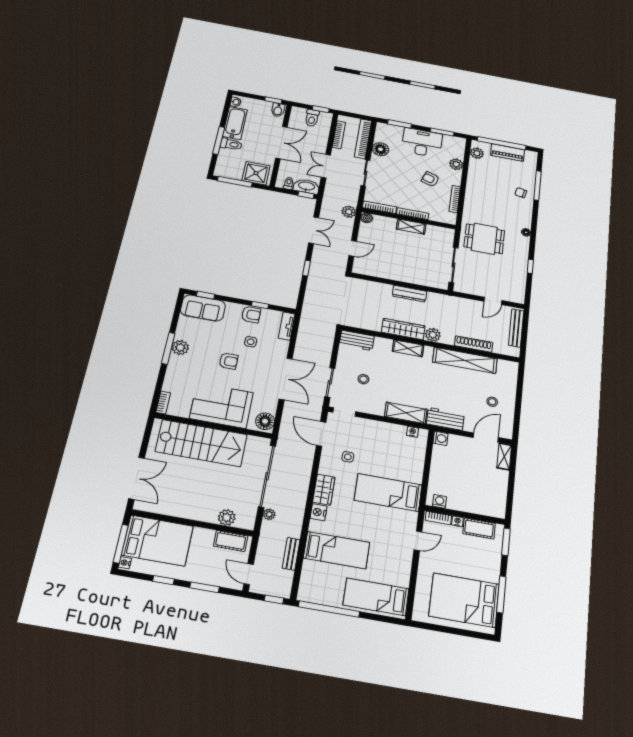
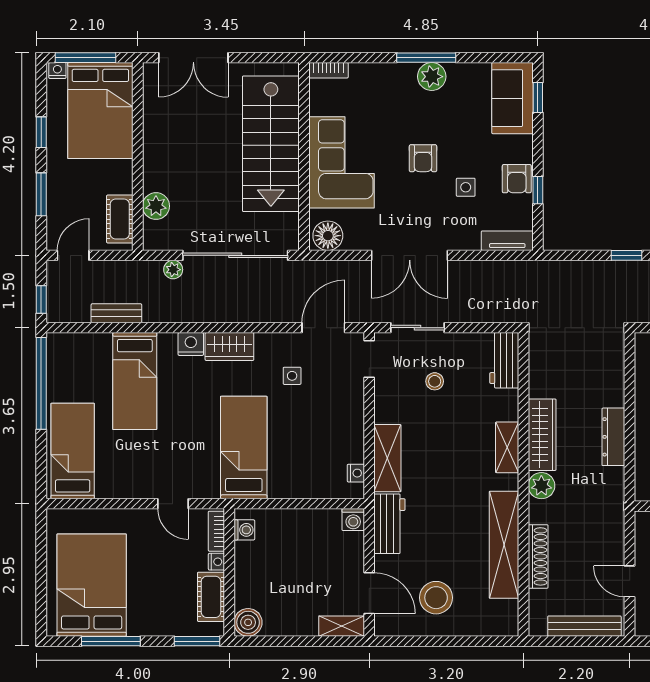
stool: (492, 402) -> (436, 598), width x1.89, depth x1.89
boiler: (497, 509) -> (248, 622), added

